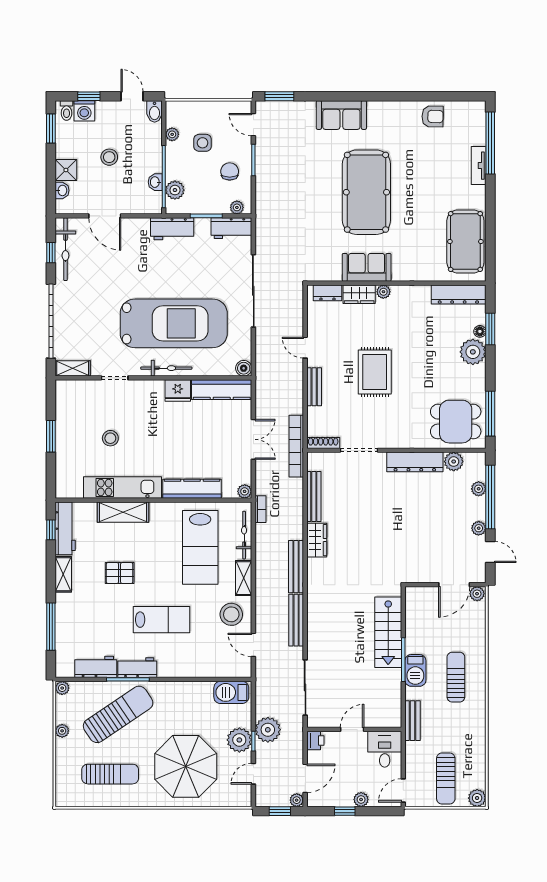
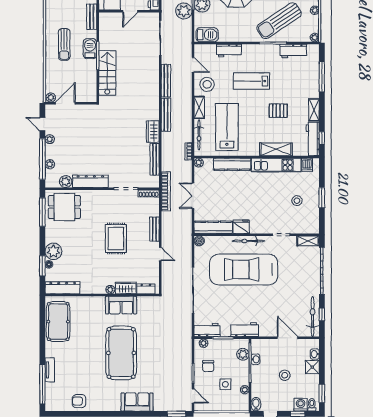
stool: (110, 438) -> (297, 201), moved
dishwasher: (74, 488) -> (307, 165), added
workbench: (137, 668) -> (229, 50), moved

